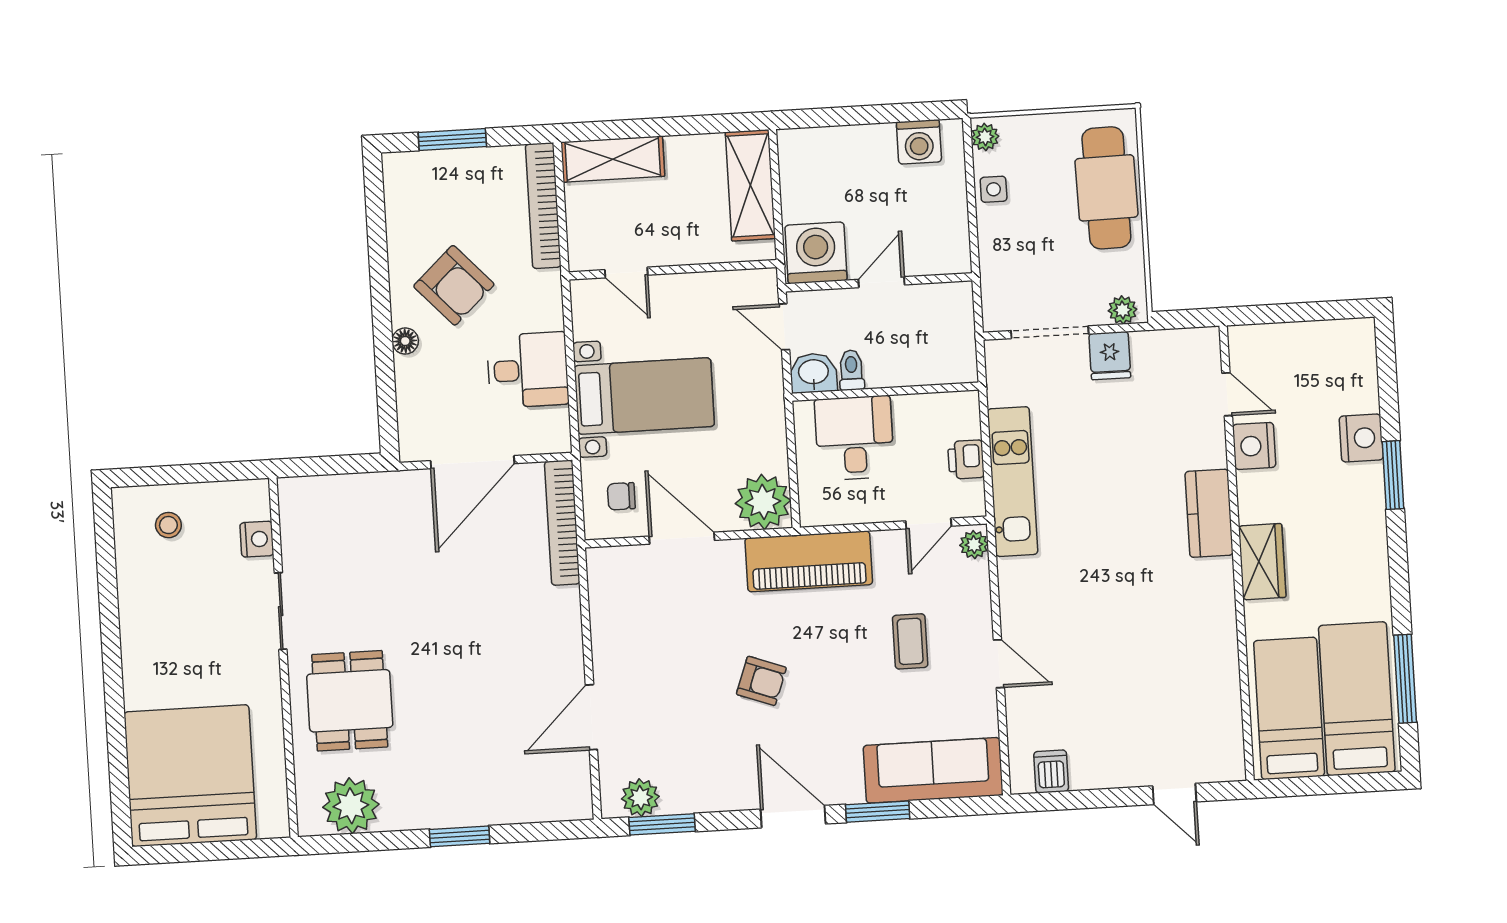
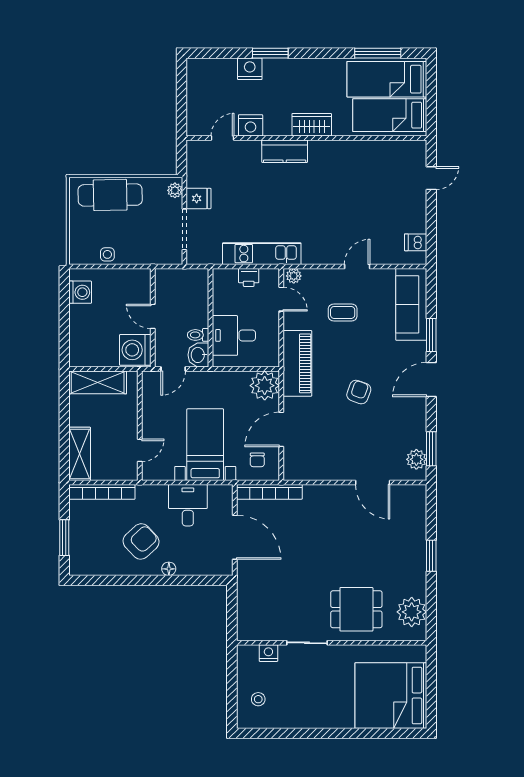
plant: (985, 137) -> (80, 257), removed

